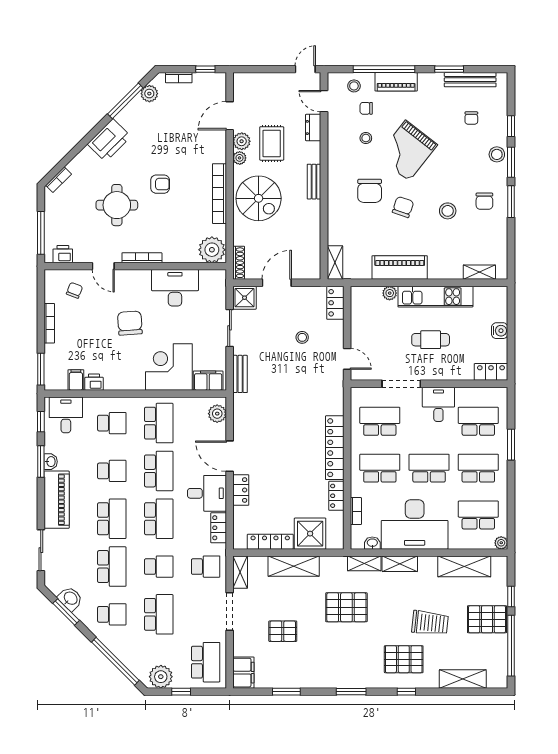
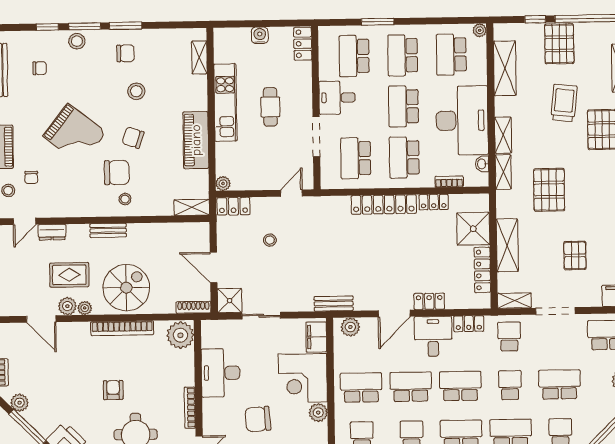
stool: (366, 138) -> (125, 199), moved
plant: (390, 293) -> (223, 183), moved
bench: (240, 374) -> (334, 304), moved
plant: (135, 381) -> (318, 413), added

